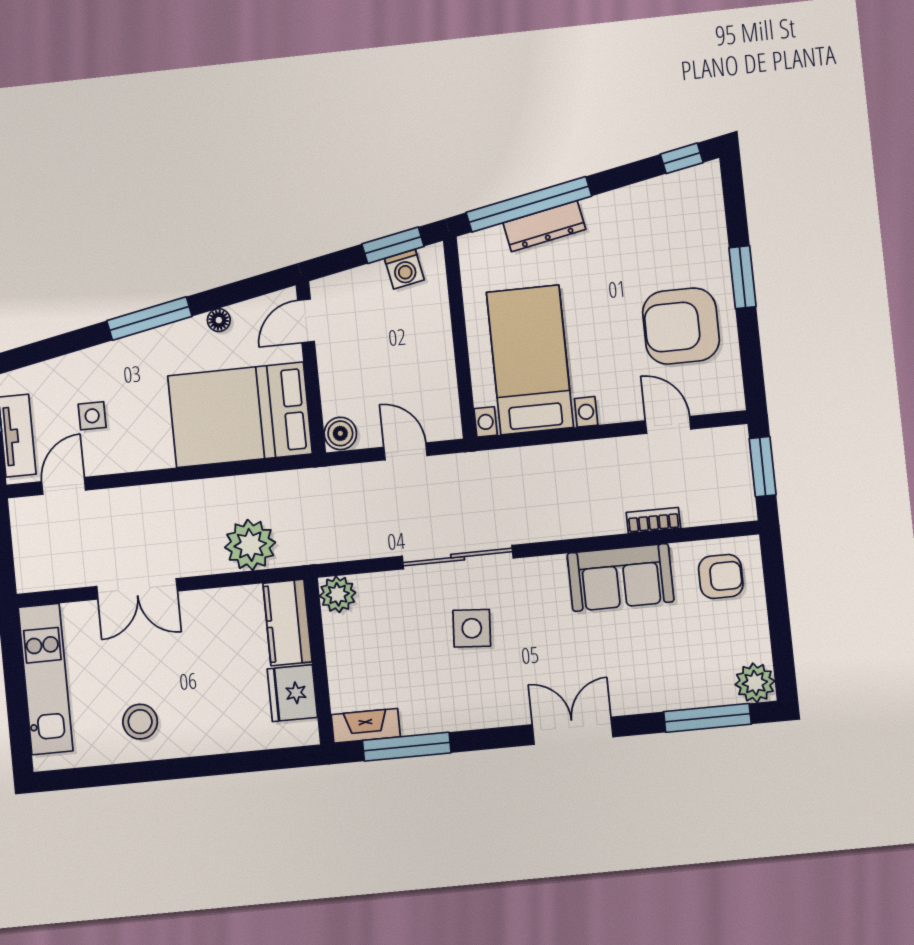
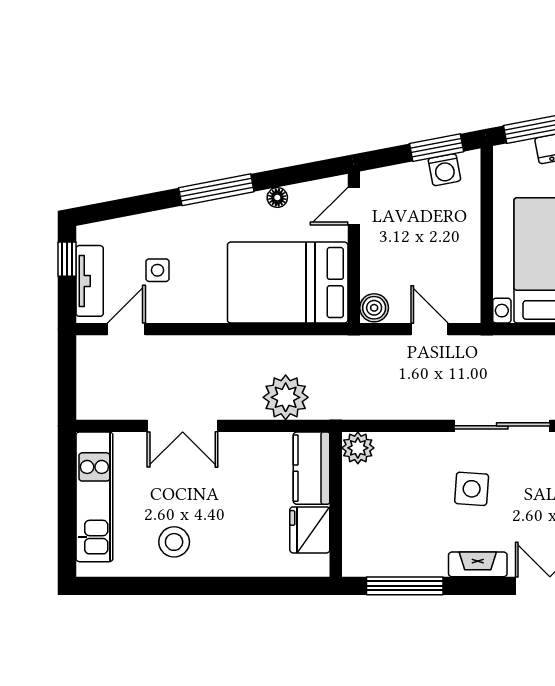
sliding door: (458, 557) -> (502, 426), moved
fireplace: (366, 726) -> (478, 564), moved

